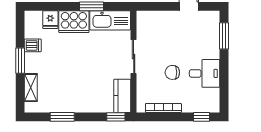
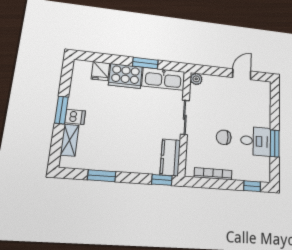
plant: (142, 17) -> (196, 79), added
window: (224, 36) -> (275, 143), moved
dishwasher: (33, 45) -> (75, 117), moved

